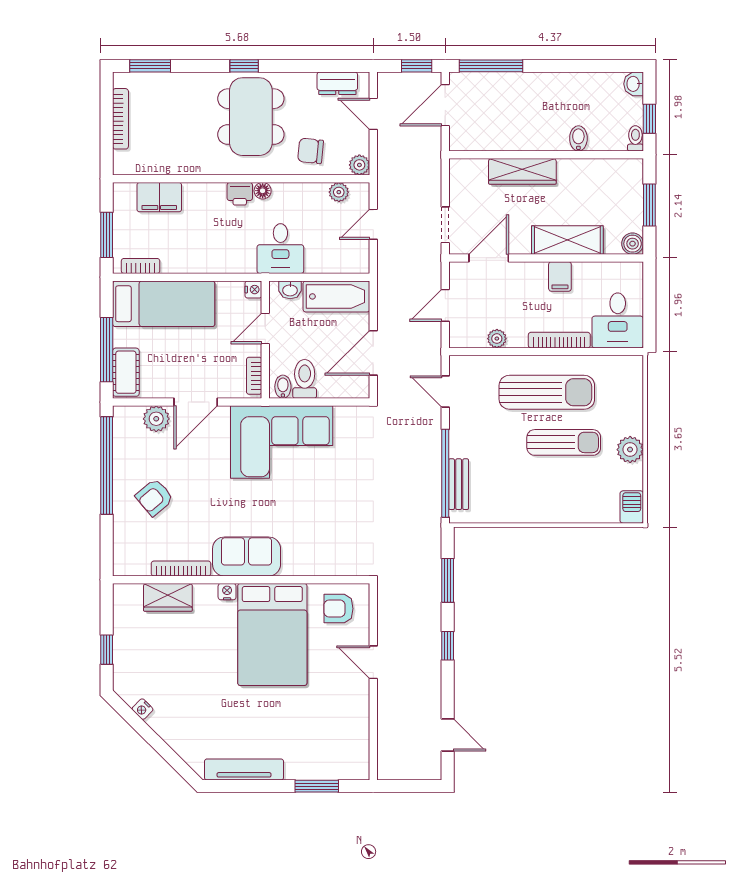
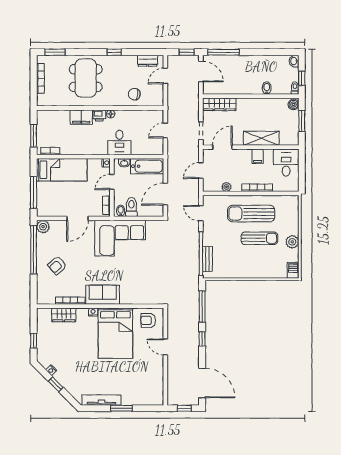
window: (244, 66) -> (114, 52), moved
door: (445, 105) -> (201, 72), swing flipped
door: (373, 114) -> (165, 76), hinge flipped
dining table: (251, 117) -> (86, 78), moved
plant: (359, 165) -> (158, 101), removed
wardrobe: (522, 171) -> (219, 104), moved
plant: (339, 192) -> (148, 115), removed
filing cabinet: (159, 197) -> (81, 117), moved
boiler: (633, 244) -> (293, 105), moved
desk: (618, 320) -> (286, 163), moved, turned 180
cot: (126, 372) -> (43, 204), removed
sun lounger: (547, 392) -> (251, 214), turned 180
plant: (156, 419) -> (43, 227), moved
window: (448, 580) -> (202, 306), width x1.44
door: (448, 735) -> (202, 383), width x1.88
window: (152, 738) -> (56, 384), added
window: (317, 786) -> (121, 408), moved
window: (411, 786) -> (184, 408), added

